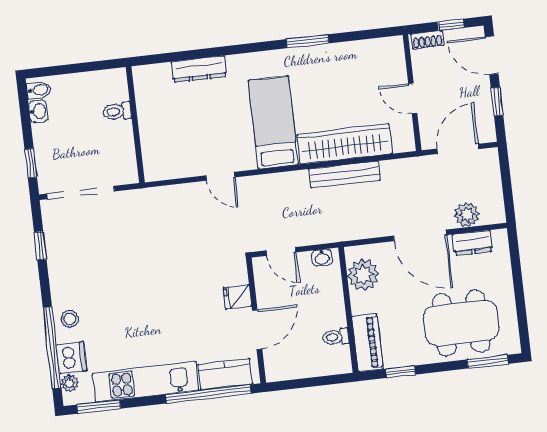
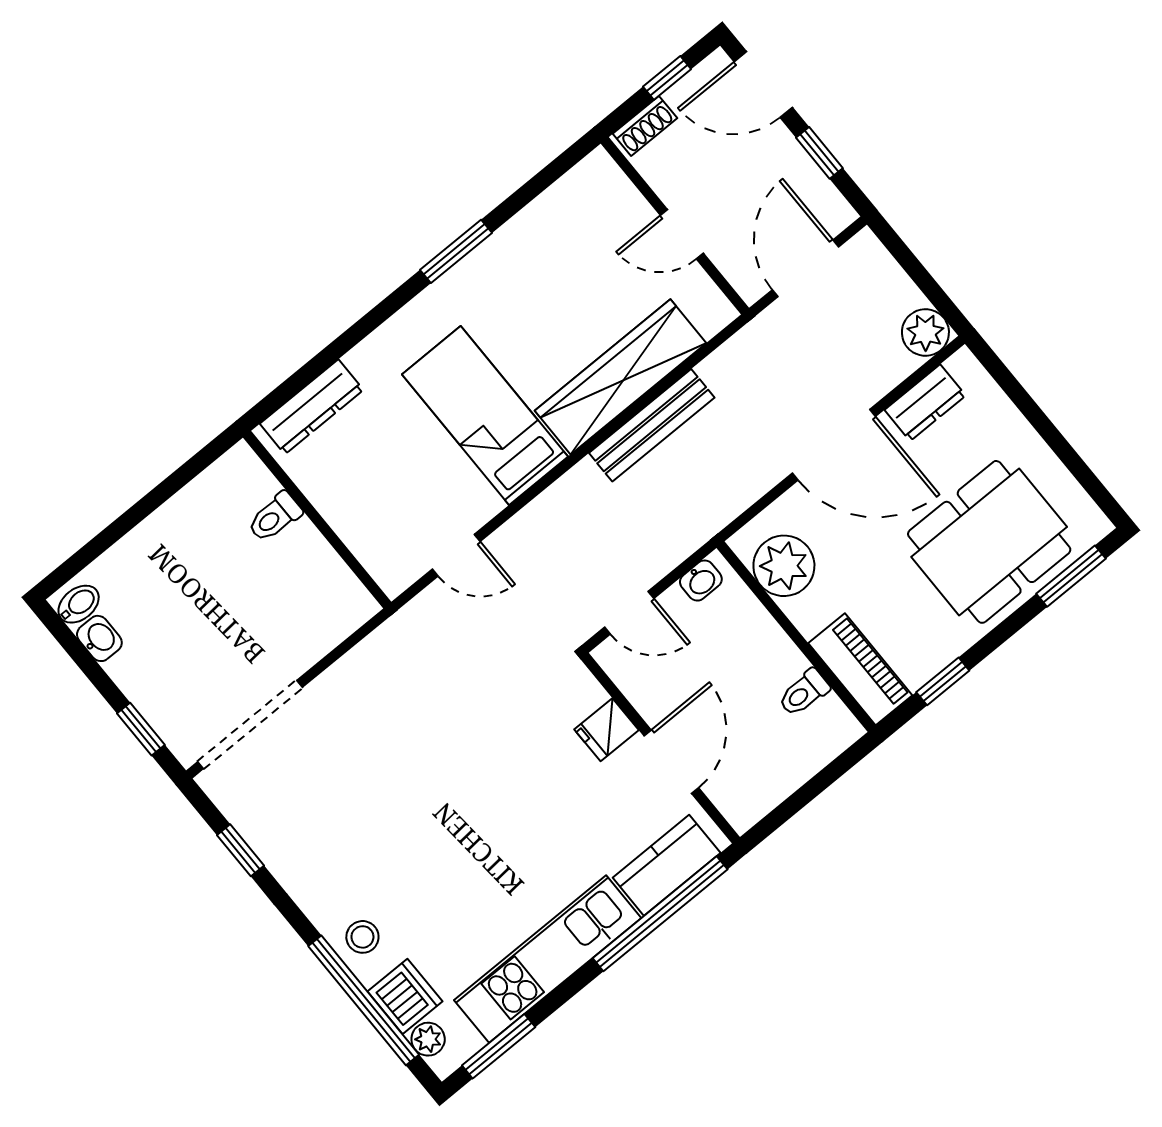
toilet: (117, 111) -> (275, 517), moved
wall: (135, 125) -> (317, 520), moved
plant: (467, 215) -> (925, 333), moved

